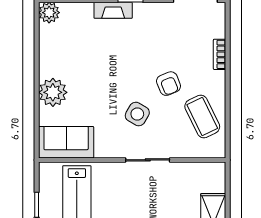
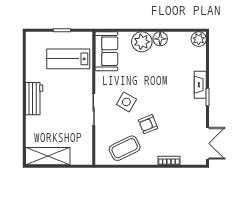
floor lamp: (49, 67) -> (160, 39), added

